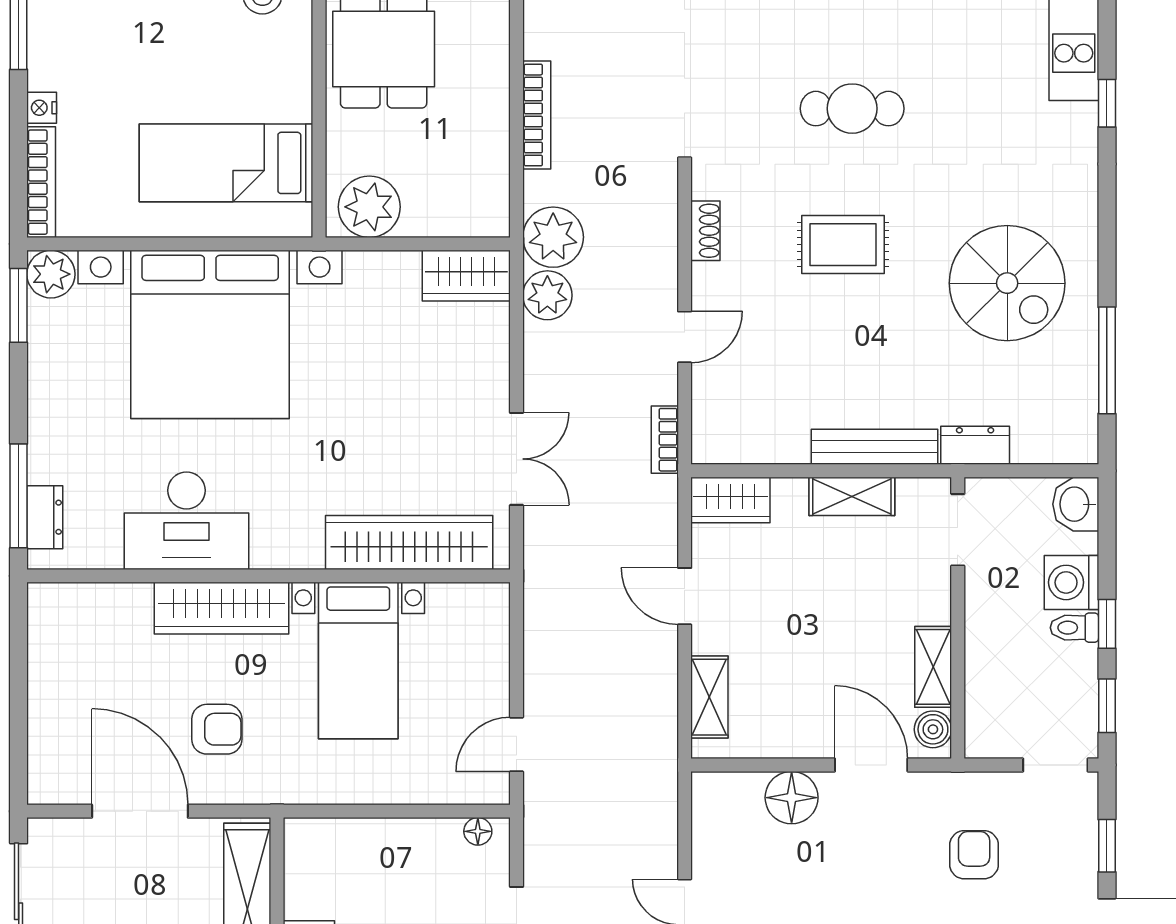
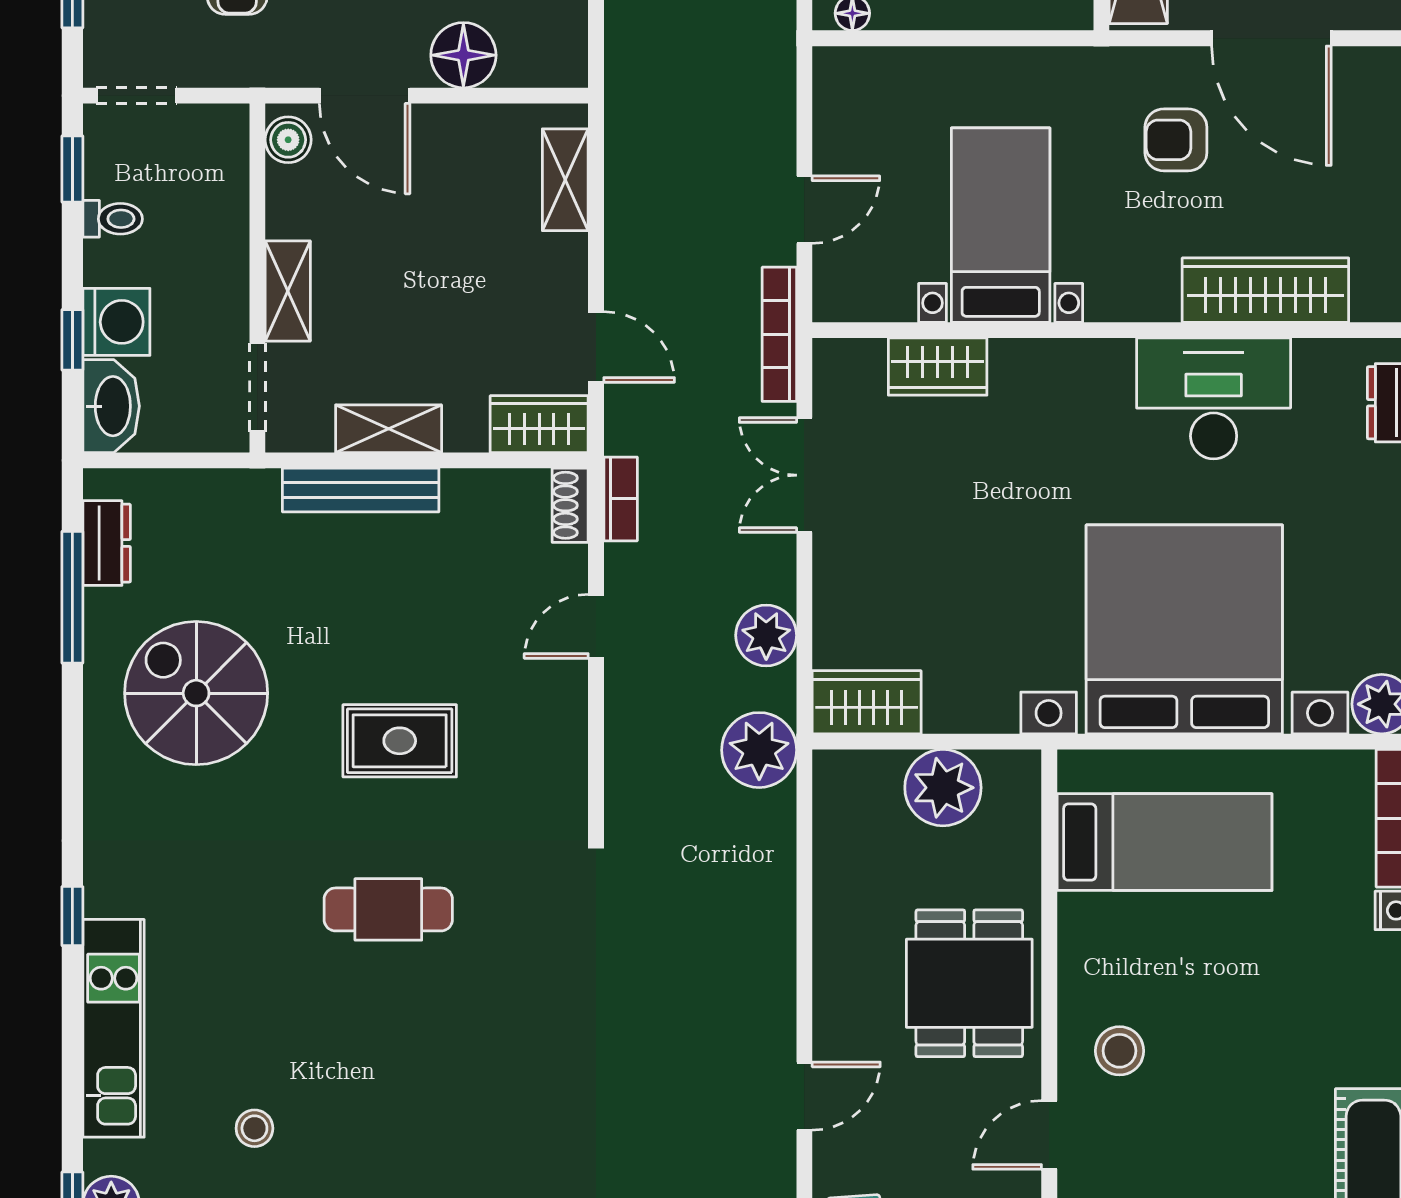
bookcase: (537, 115) -> (779, 334), moved
plant: (369, 207) -> (943, 788), moved
shoe rack: (705, 231) -> (570, 505), moved
plant: (547, 295) -> (766, 635), moved
dresser: (975, 445) -> (107, 543), moved, turned -90
washbasin: (1076, 504) -> (111, 406), width x1.38
wardrobe: (409, 542) -> (938, 367), width x0.48, depth x0.85
door: (685, 596) -> (596, 347), moved
wardrobe: (222, 608) -> (1265, 290), moved
window: (1107, 624) -> (72, 340), moved
toilet: (1074, 628) -> (113, 219), moved
shelving: (933, 667) -> (288, 291), moved
door: (517, 745) -> (804, 210), moved

